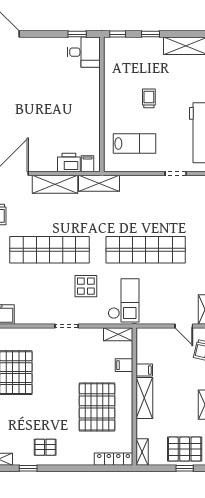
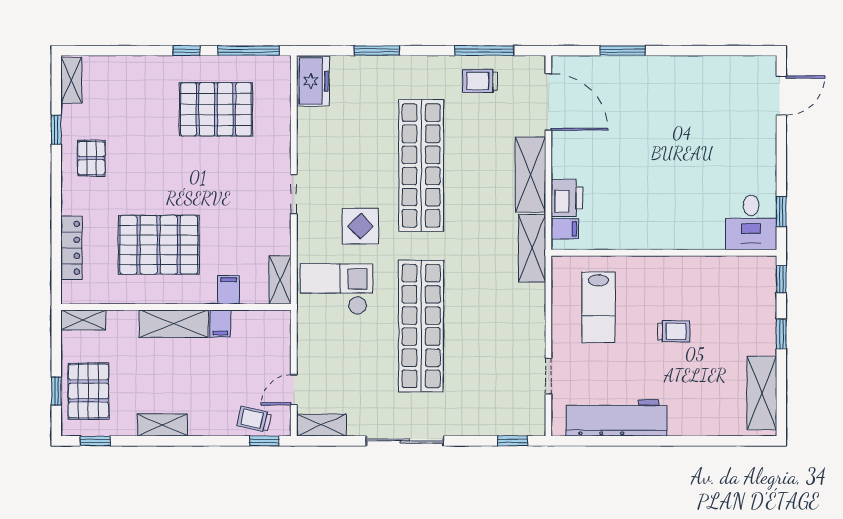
checkout: (124, 300) -> (336, 289), turned 180
locker: (114, 459) -> (71, 248), moved

